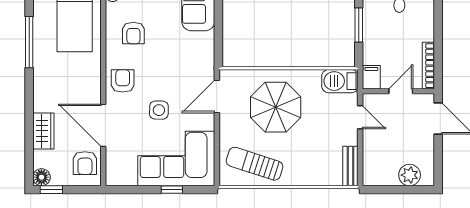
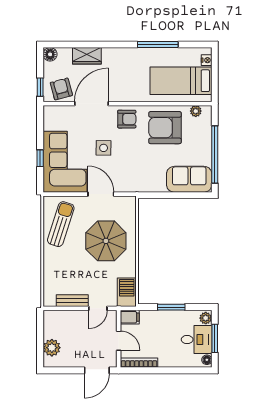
armchair: (133, 33) -> (165, 128), width x1.88, depth x1.88
door: (217, 96) -> (101, 194), moved
armchair: (85, 163) -> (61, 89), turned 75
bench: (350, 166) -> (72, 301), moved
window: (51, 190) -> (40, 87), moved

